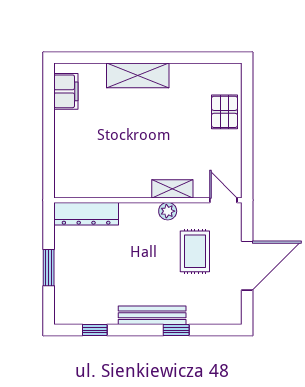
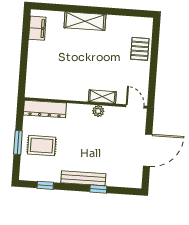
rug: (195, 251) -> (42, 146), moved, turned 90

